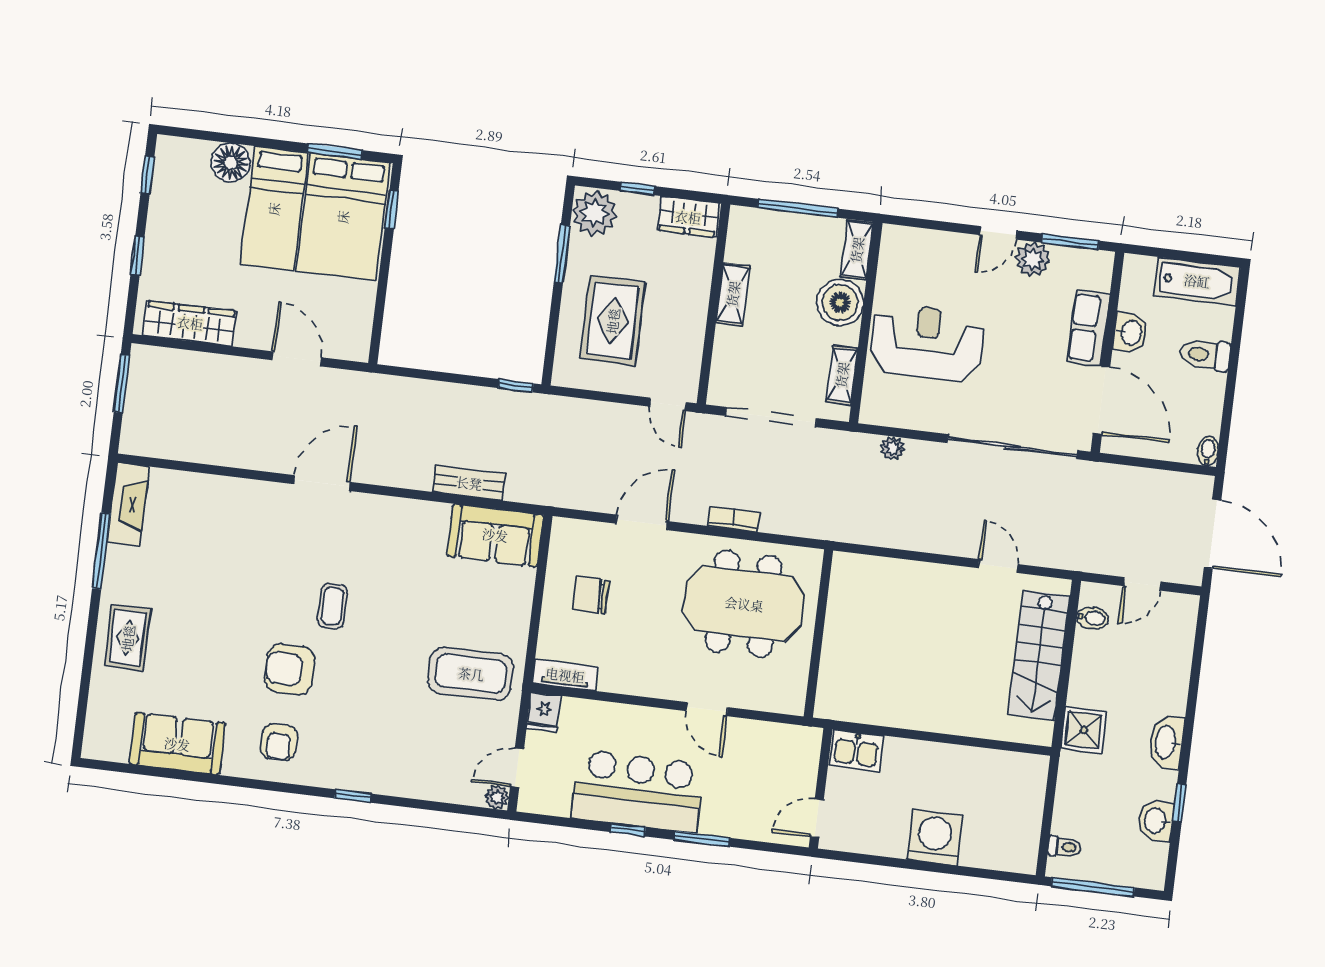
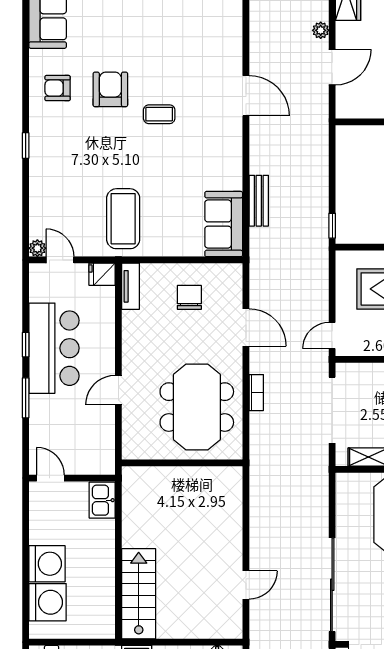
plant: (893, 448) -> (321, 30), moved
stairs: (1039, 655) -> (139, 594), moved, turned 90
washing machine: (988, 843) -> (48, 602), added

